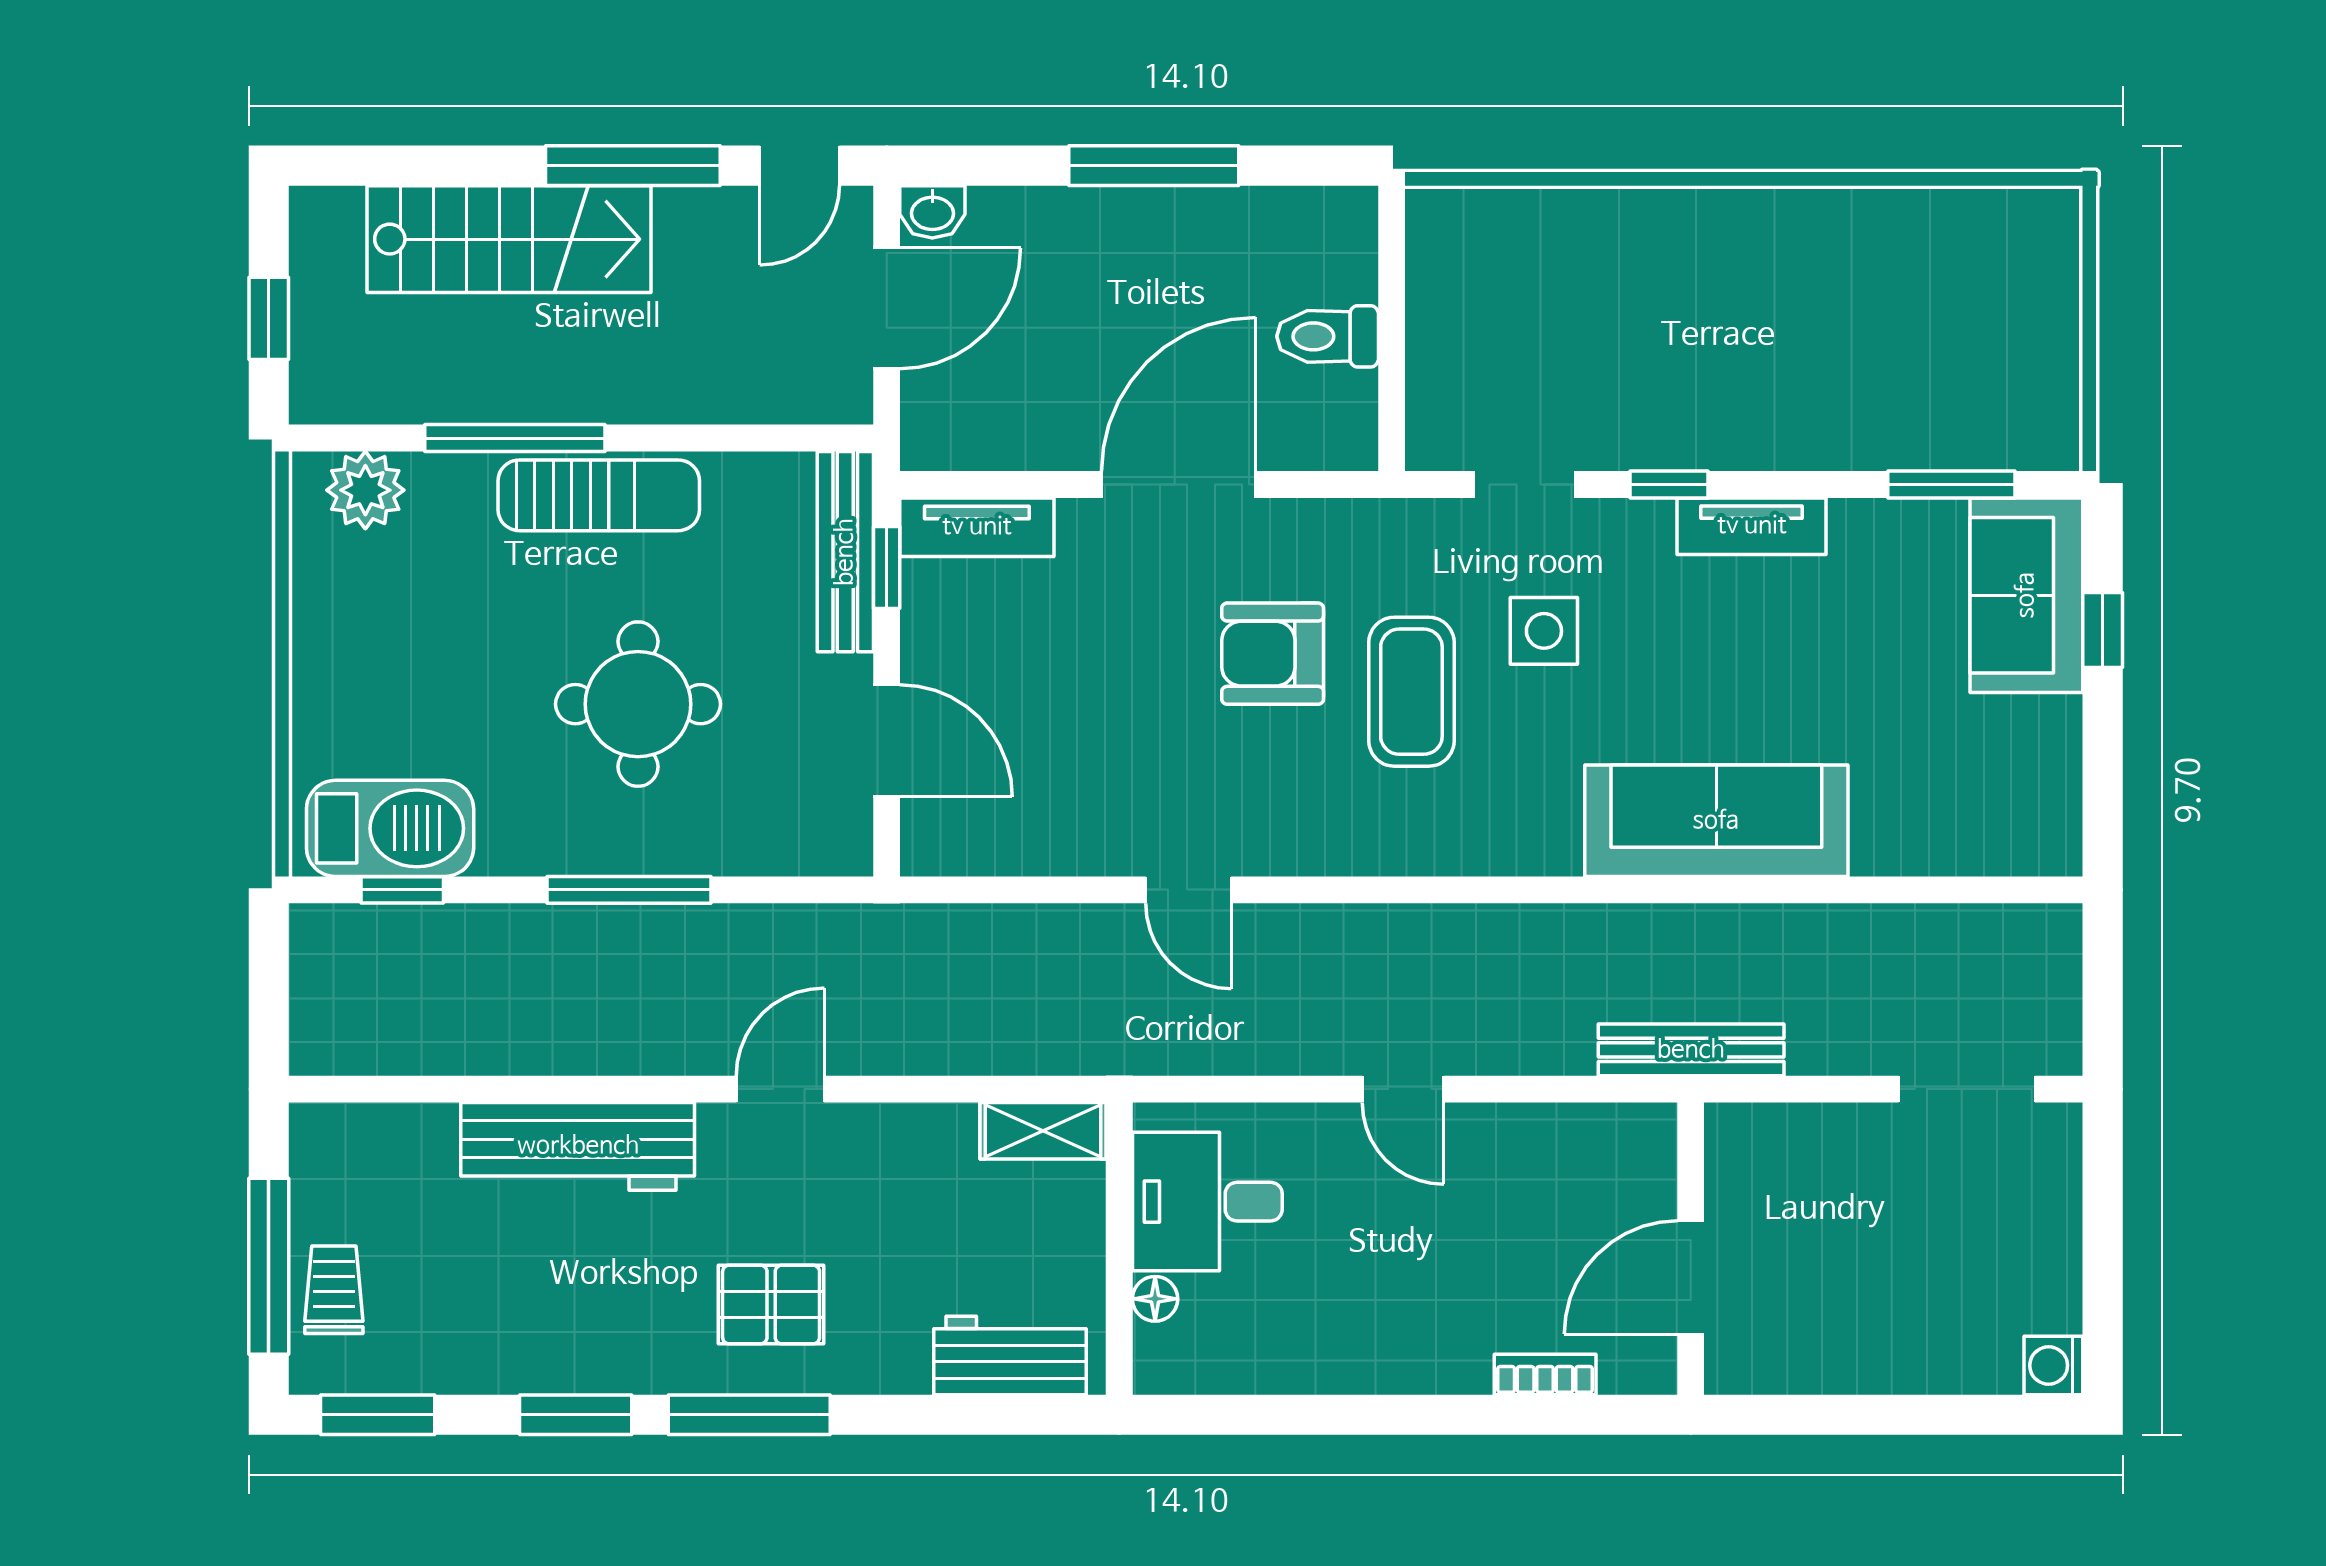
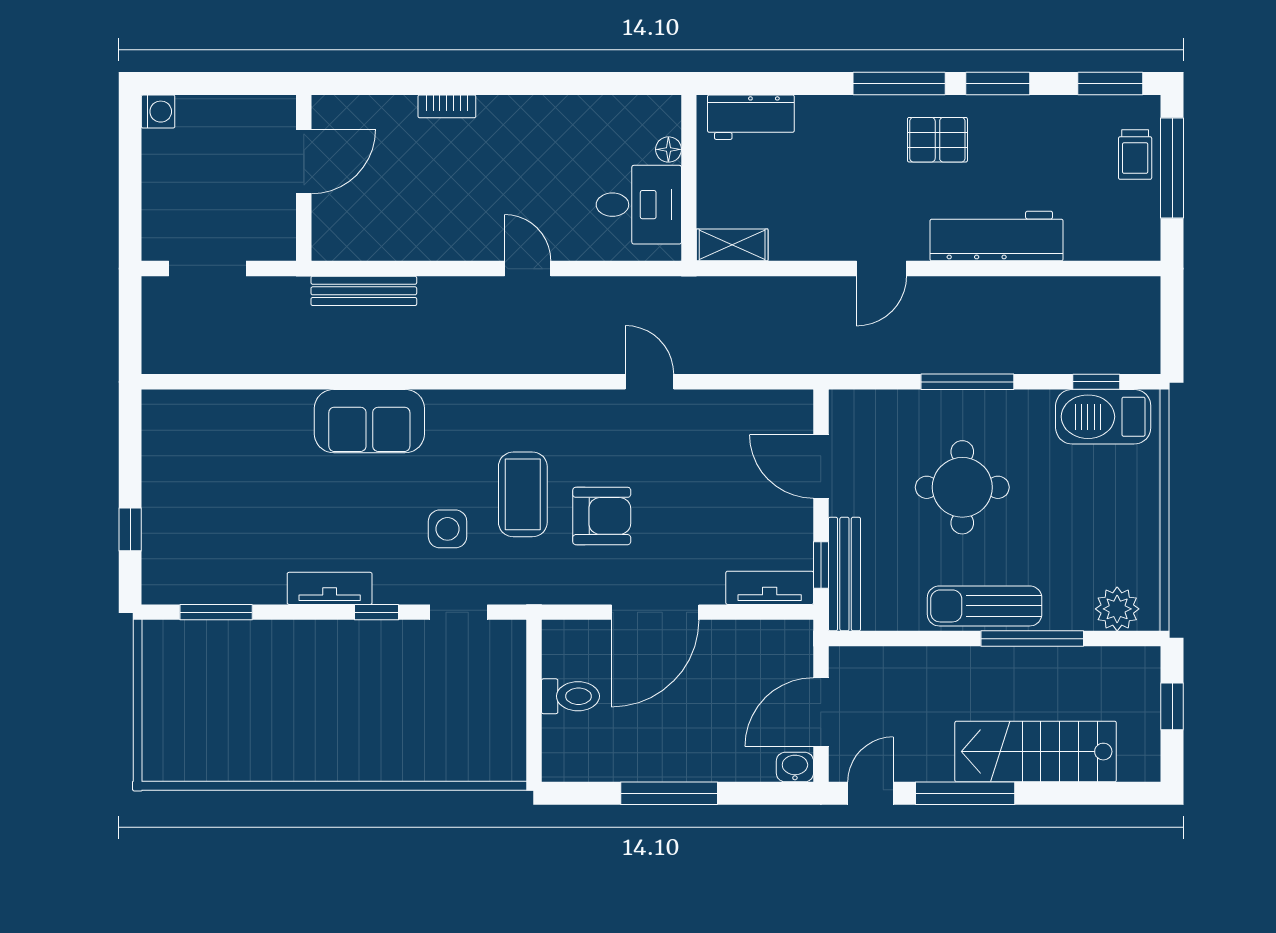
sofa: (2026, 595) -> (173, 549), removed
sofa: (1716, 821) -> (369, 421), width x0.73
wall: (1691, 1249) -> (304, 178), moved
door: (1691, 1278) -> (304, 161), moved
pallet: (771, 1305) -> (937, 140), moved

